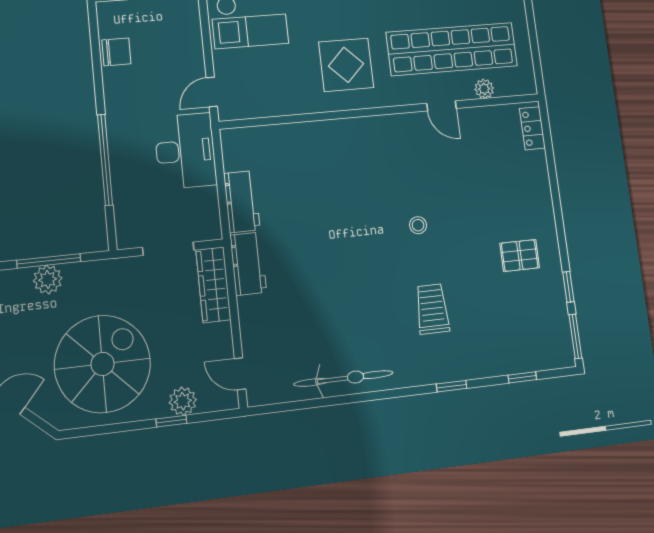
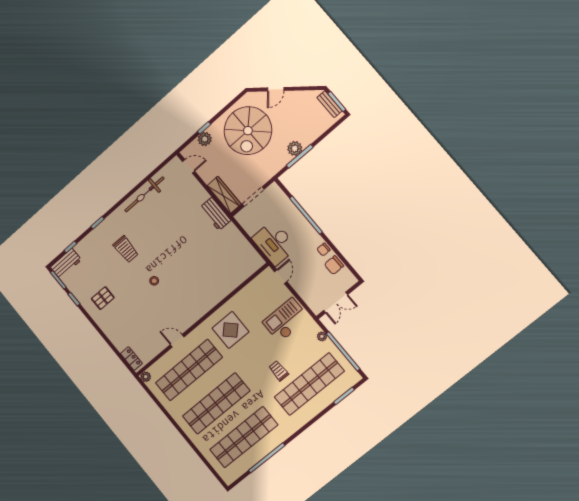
chair: (116, 87) -> (324, 250), added
plant: (484, 89) -> (146, 377), moved
workbench: (242, 202) -> (66, 263), moved, turned -90

